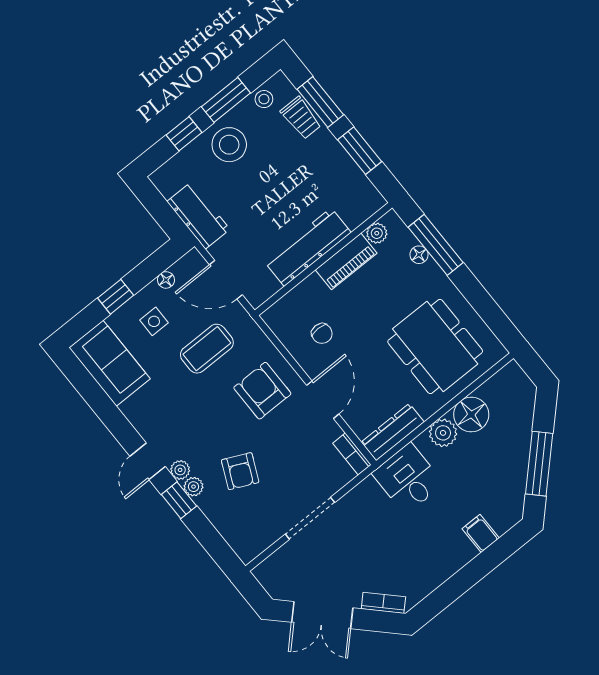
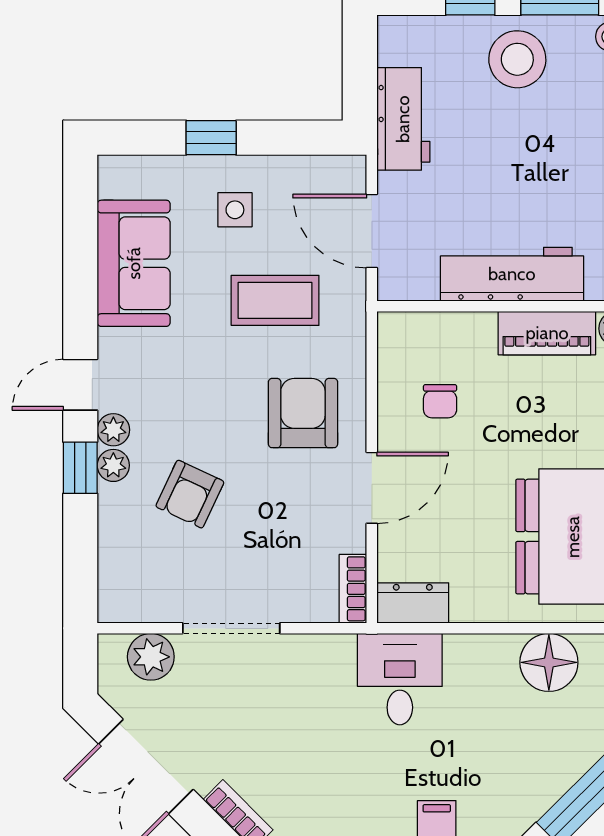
floor lamp: (166, 280) -> (294, 169), removed
sofa: (110, 363) -> (134, 263), moved
dresser: (393, 432) -> (413, 603), width x0.70
plant: (443, 433) -> (151, 657), moved

